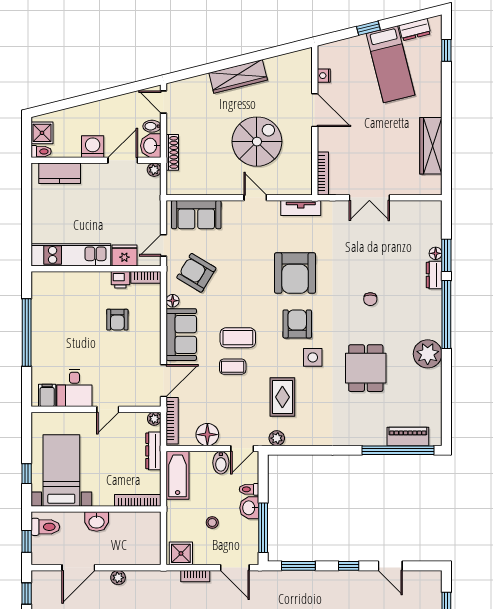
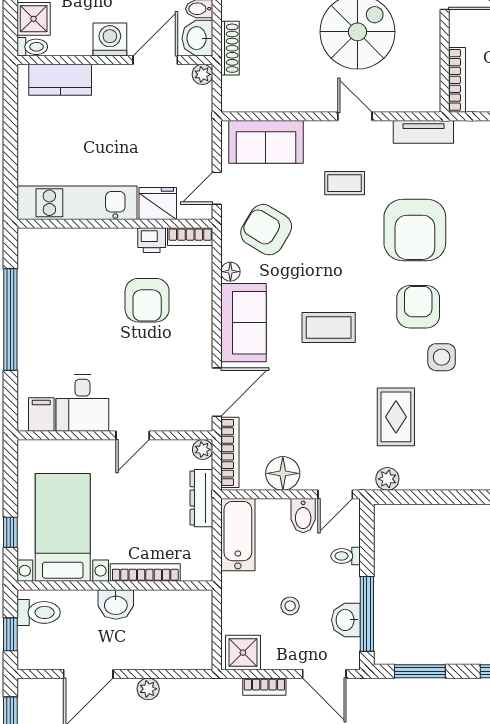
armchair: (117, 320) -> (147, 300), width x1.38, depth x1.38
coffee table: (233, 367) -> (345, 183), moved
bookcase: (138, 500) -> (145, 573), moved
washbasin: (249, 508) -> (346, 620), moved

